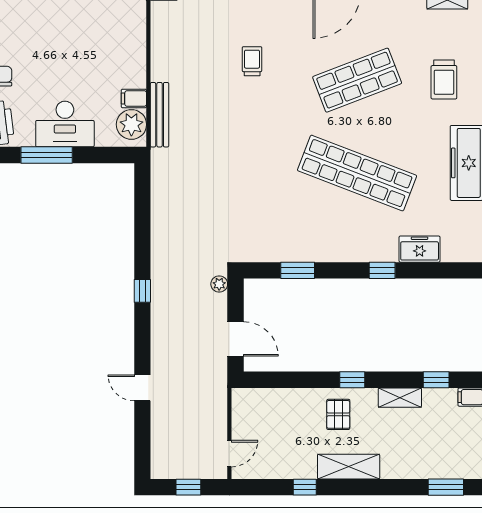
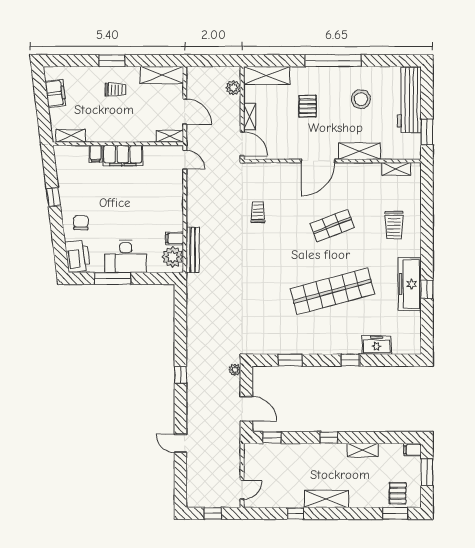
shop shelf: (357, 80) -> (332, 226), width x0.70, depth x0.74
shop shelf: (357, 173) -> (332, 291), turned -36
window: (436, 380) -> (272, 438), moved
pallet: (338, 414) -> (398, 493), moved

